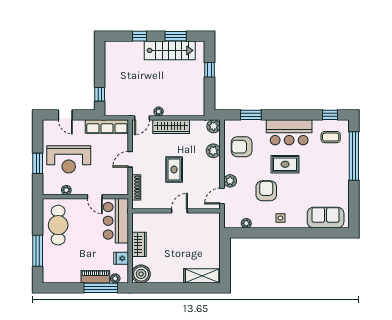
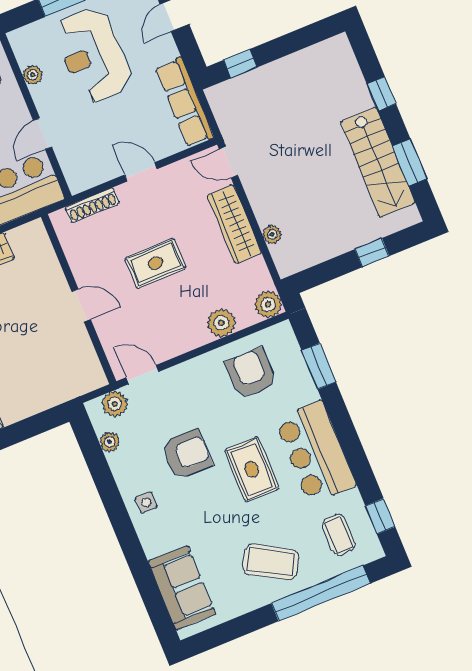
plant: (159, 111) -> (272, 234), moved
coffee table: (330, 173) -> (271, 562), added
plant: (230, 181) -> (115, 404), moved

